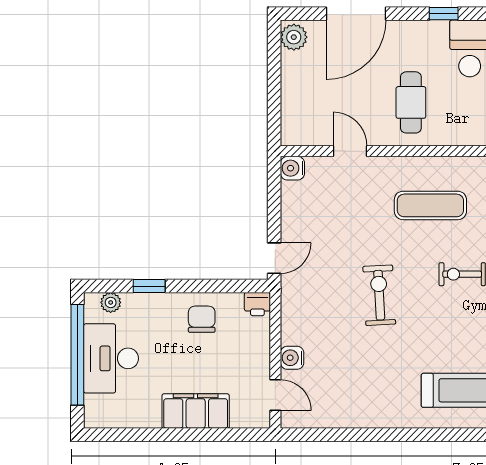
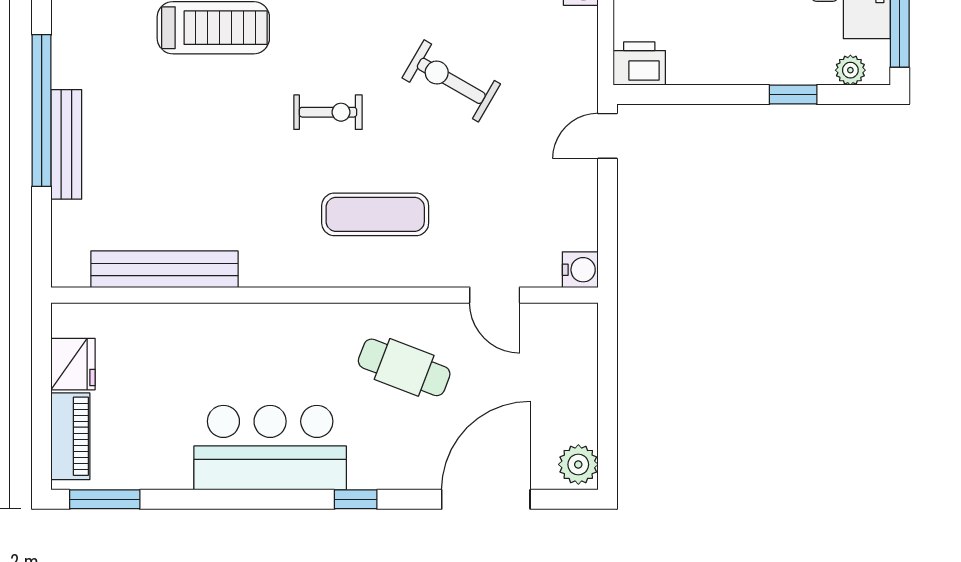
cafe table: (411, 102) -> (404, 367), turned -69
exercise bike: (379, 295) -> (451, 81), turned 123
printer: (257, 304) -> (639, 64), width x1.36, depth x1.24
chair: (202, 319) -> (715, 45), removed

